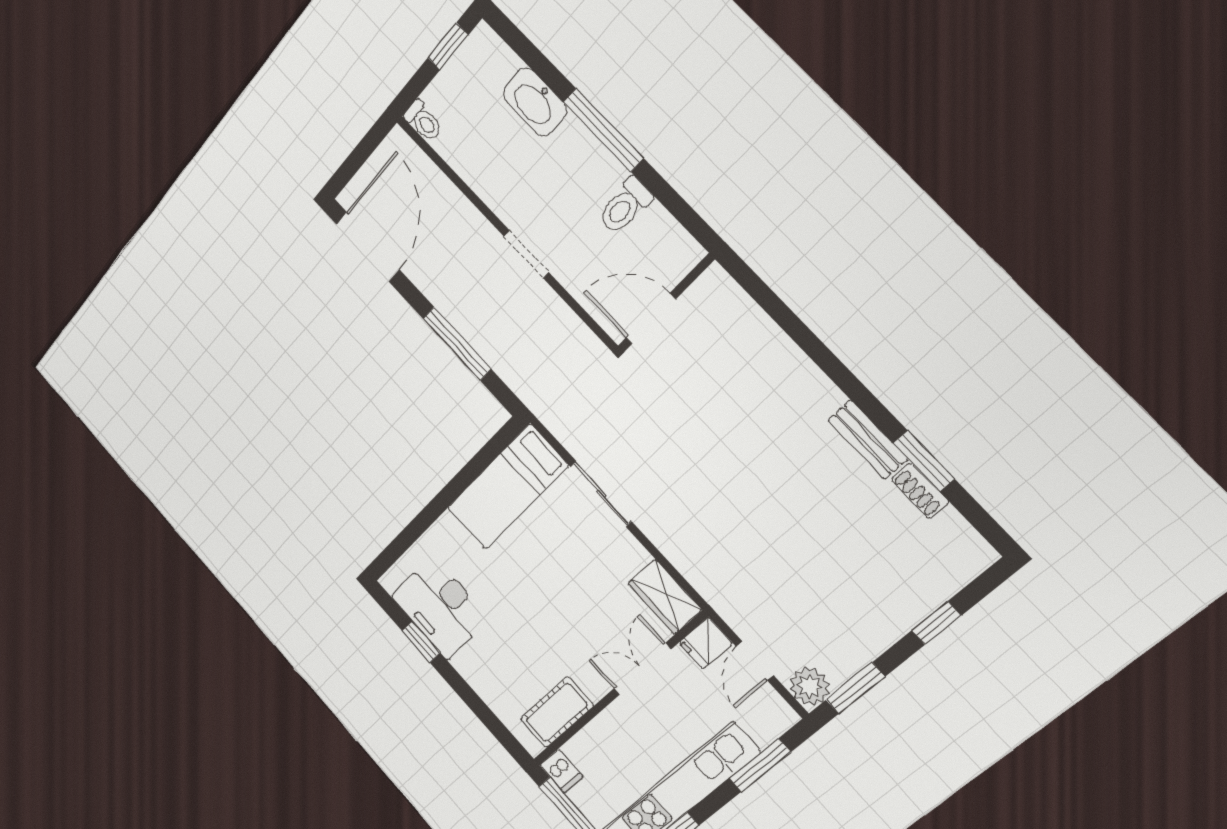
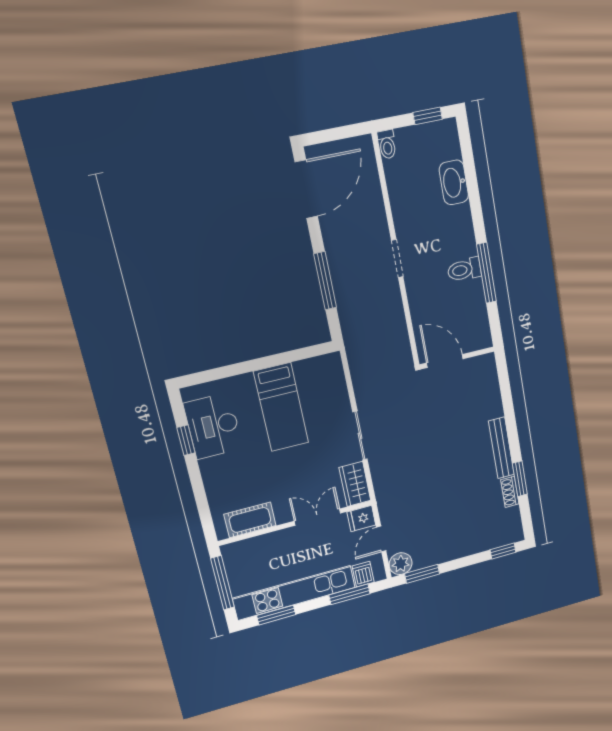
window: (603, 130) -> (487, 273), moved
wall: (666, 303) -> (457, 358), moved
door: (651, 319) -> (445, 361), moved
bench: (868, 440) -> (501, 448), width x1.36
bed: (507, 487) -> (281, 407), moved, turned -90
sliding door: (601, 494) -> (360, 436), moved
window: (936, 623) -> (503, 551), moved
dishwasher: (561, 771) -> (363, 574), moved, turned 180

